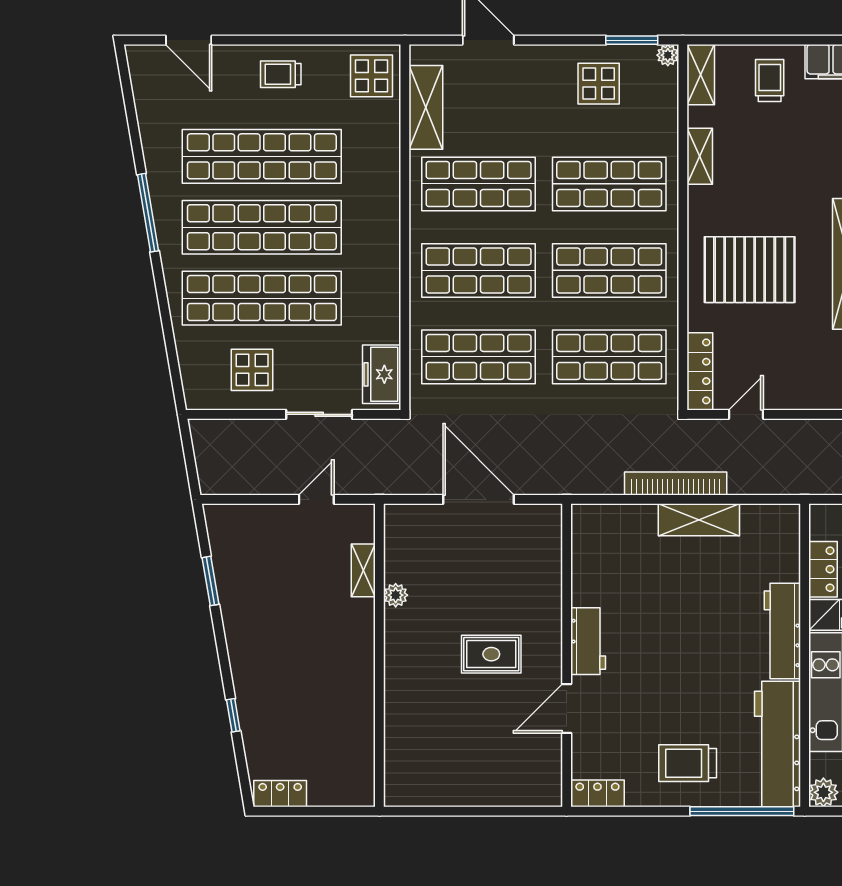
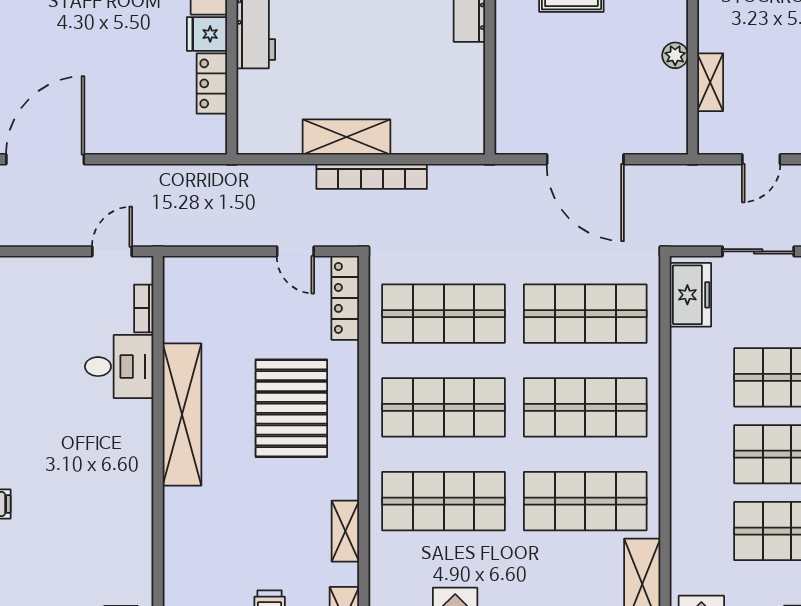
pallet: (750, 270) -> (291, 408), turned 90
door: (746, 414) -> (295, 251), hinge flipped

